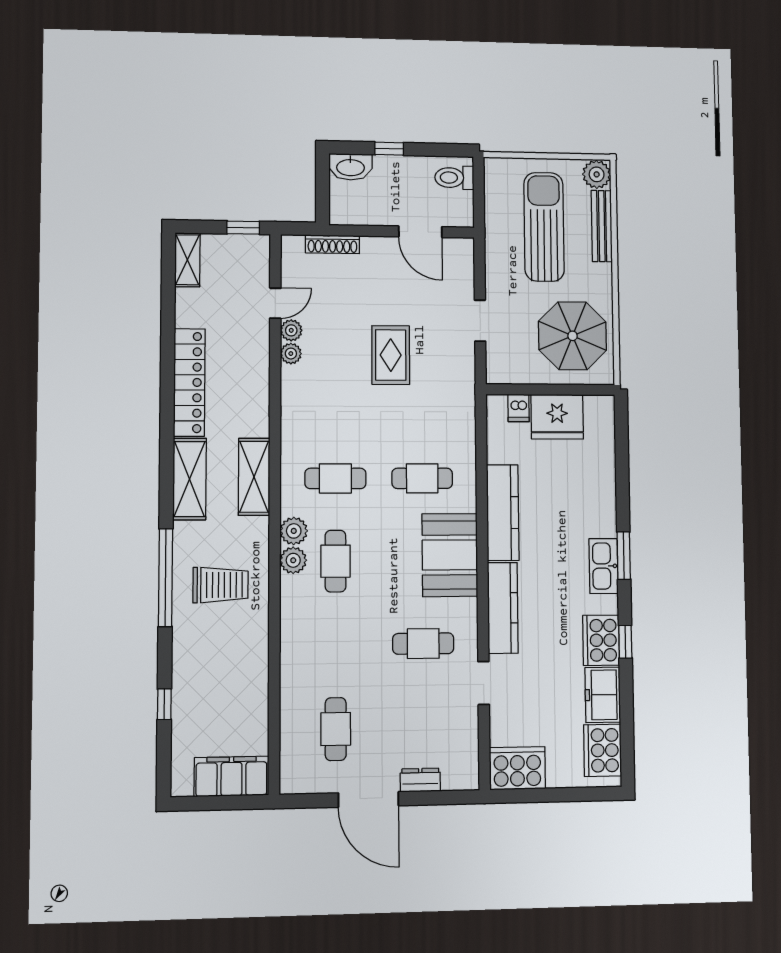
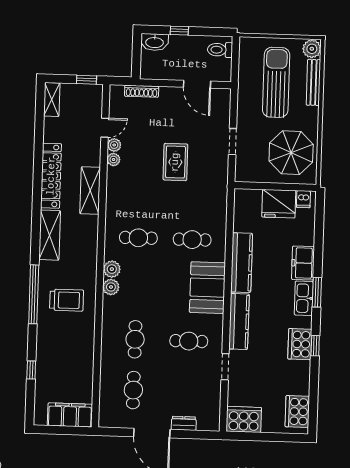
dishwasher: (519, 408) -> (303, 199), moved
shelving: (254, 477) -> (90, 191), moved
cafe table: (335, 561) -> (135, 339), moved
freezer: (603, 695) -> (303, 263), moved

